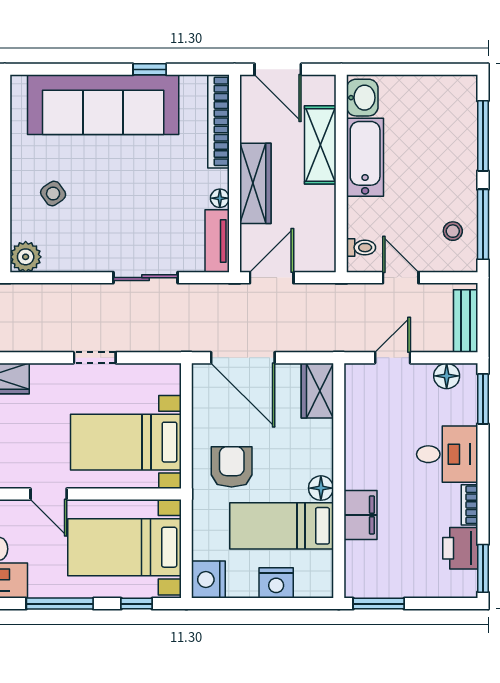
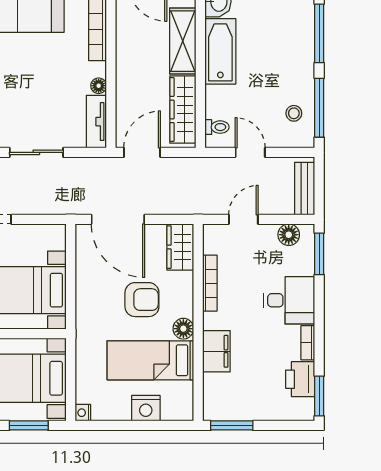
wardrobe: (255, 183) -> (183, 110), moved, turned 180
bookcase: (353, 434) -> (210, 283), added
armchair: (232, 467) -> (142, 300), moved, turned 90
nightstand: (208, 580) -> (83, 413), width x0.53, depth x0.56
window: (137, 604) -> (29, 425), width x1.50

